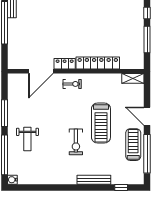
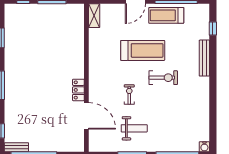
locker: (98, 63) -> (78, 54), removed
exercise bike: (72, 84) -> (129, 95), moved
weight bench: (27, 139) -> (134, 128), moved

